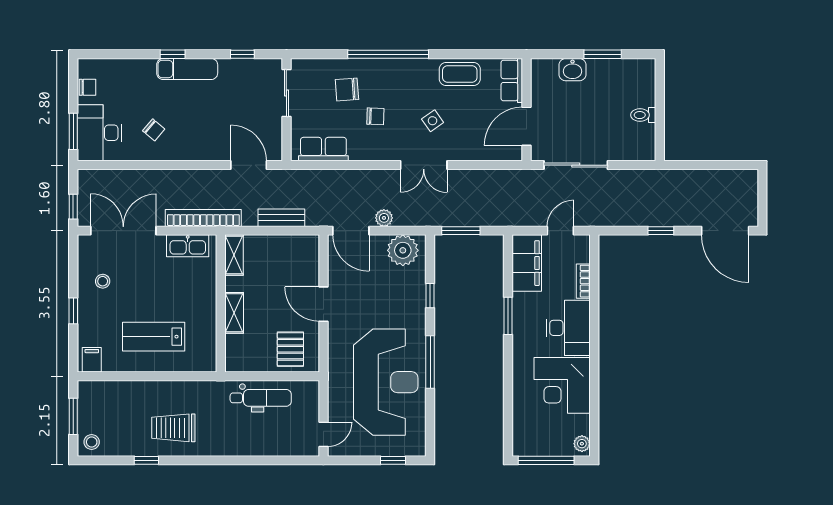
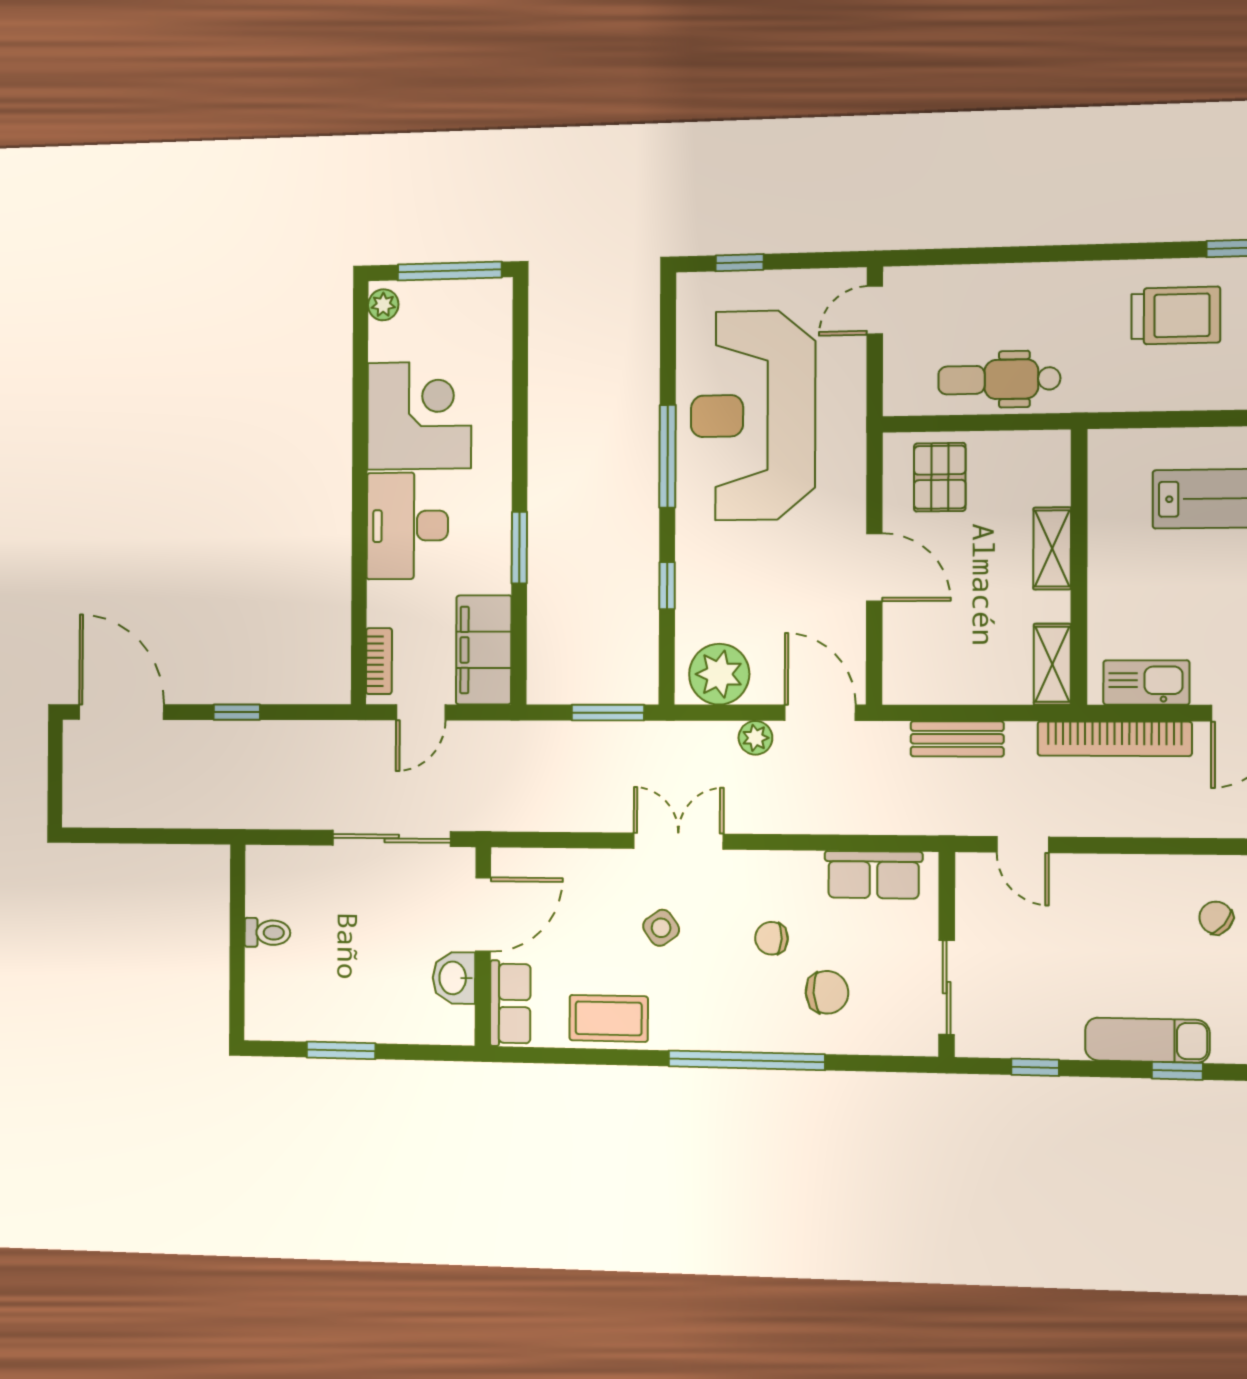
washbasin: (572, 70) -> (454, 978), moved, turned -90
door: (249, 165) -> (1023, 845), width x0.73
bookcase: (583, 281) -> (379, 661), moved

